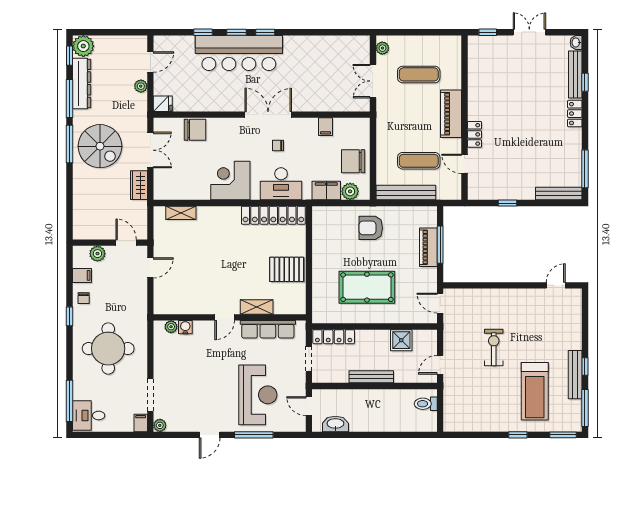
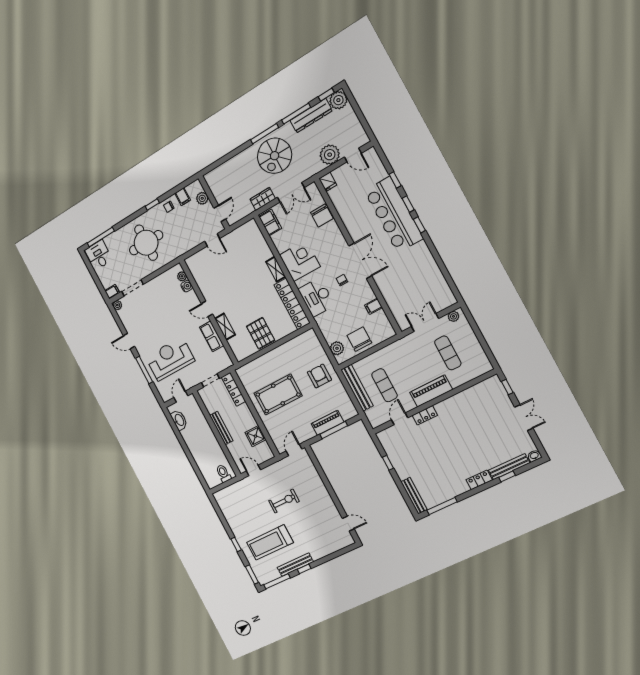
plant: (141, 86) -> (330, 155), width x1.87, depth x1.87
filing cabinet: (326, 191) -> (270, 222), moved
shelving: (181, 213) -> (276, 269), moved
pool table: (367, 287) -> (278, 395), turned 90
row of seats: (268, 329) -> (212, 336), width x0.68
reception desk: (258, 395) -> (170, 359), turned 180

